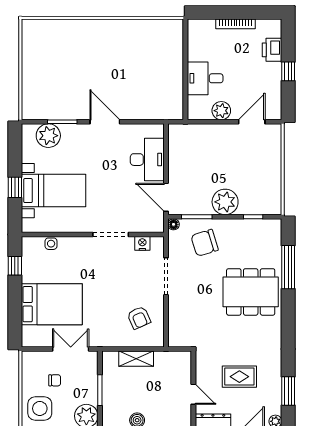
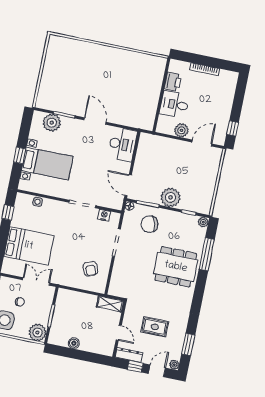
printer: (272, 50) -> (173, 82), moved, turned 180
window: (288, 71) -> (233, 128), moved
desk: (147, 160) -> (122, 144), moved
plant: (275, 226) -> (203, 222), added
shelving: (136, 359) -> (110, 304), moved

